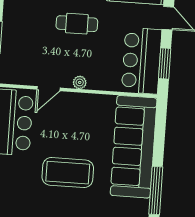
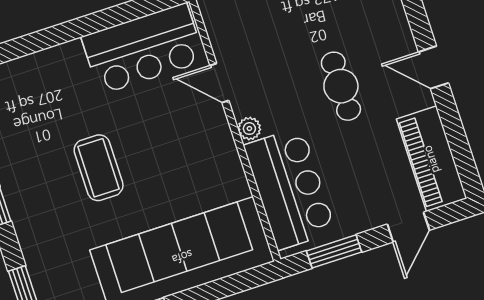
bar counter: (142, 61) -> (290, 188), moved, turned 90
coffee table: (68, 173) -> (99, 168), width x0.73, depth x0.76

